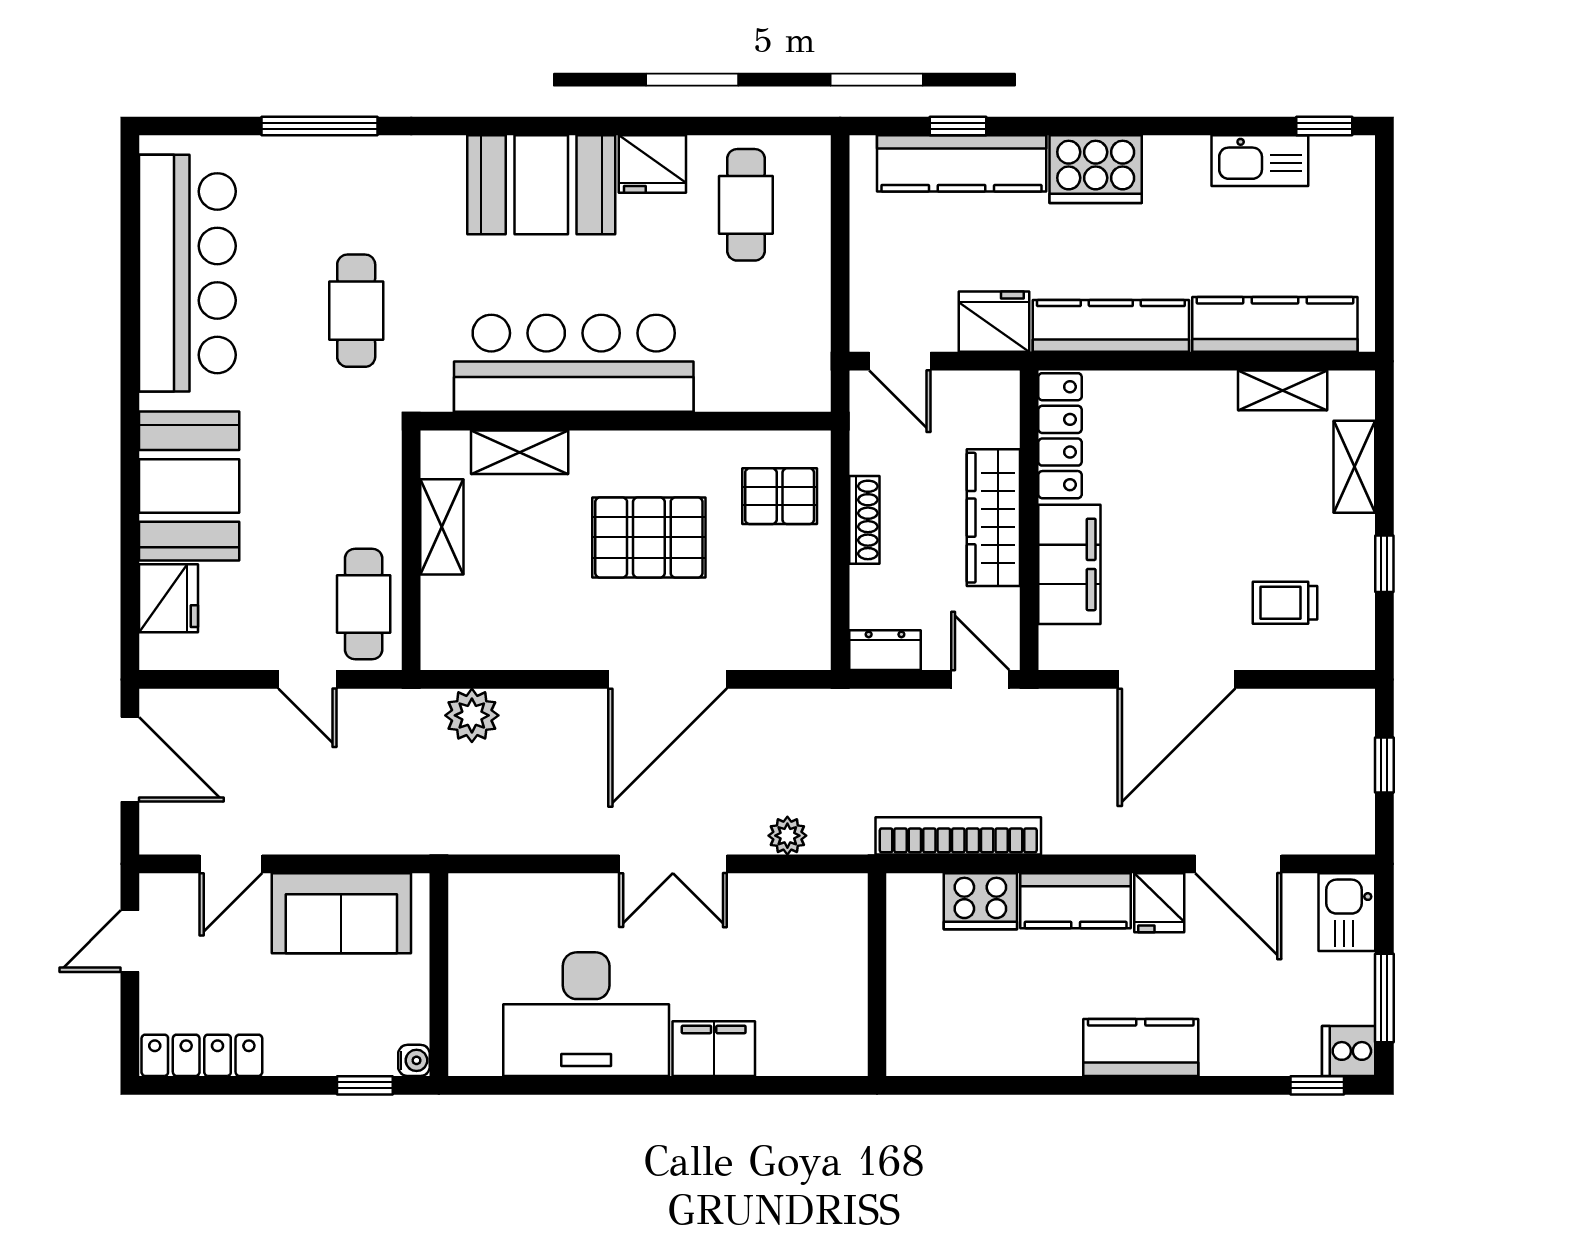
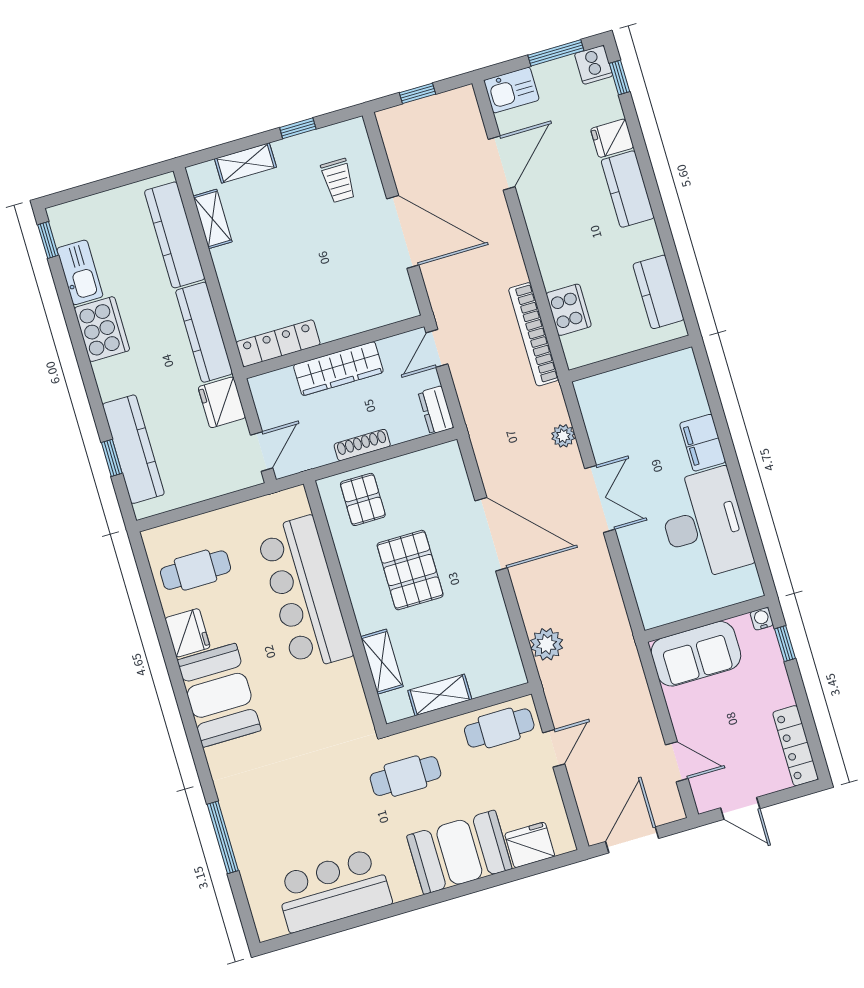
cooker: (1096, 169) -> (102, 329), moved
bar counter: (187, 273) -> (333, 890), width x0.73
cafe table: (356, 311) -> (405, 776), moved
bar counter: (574, 363) -> (304, 593), moved
filing cabinet: (1069, 564) -> (353, 315), removed
kitchen counter: (1076, 901) -> (658, 292), moved, turned 180
fridge: (1159, 903) -> (612, 138), moved, turned 180
sofa: (341, 913) -> (696, 654), moved, turned 90

